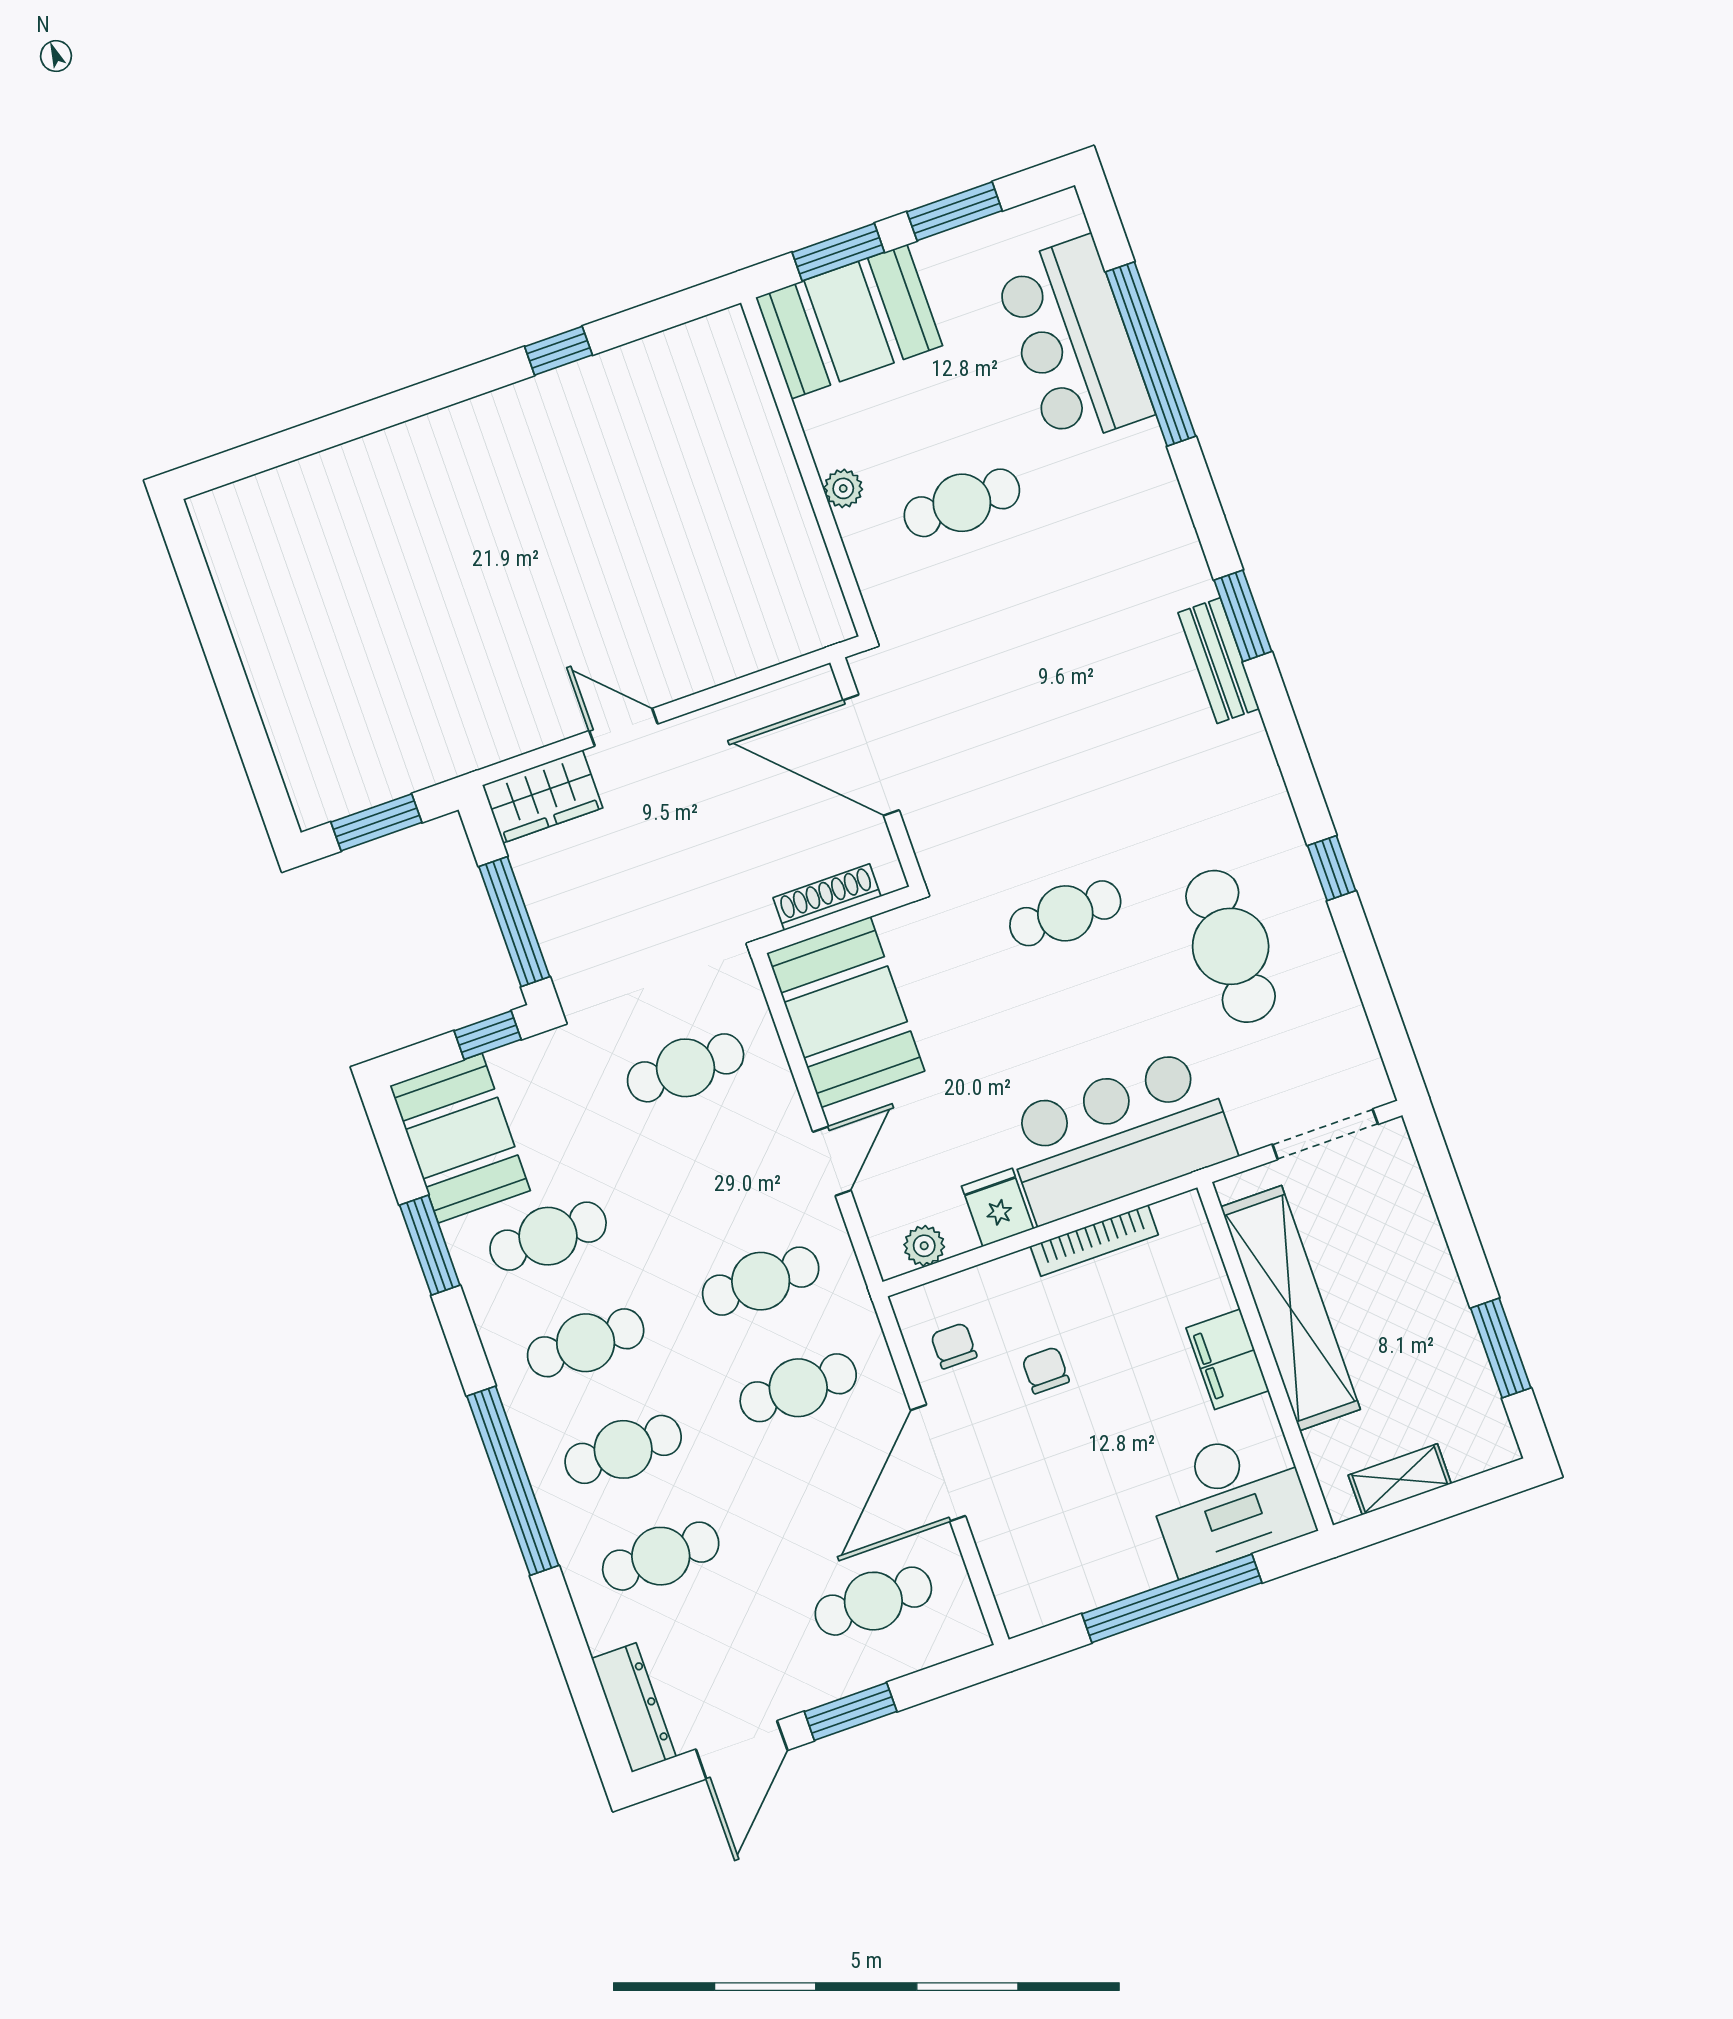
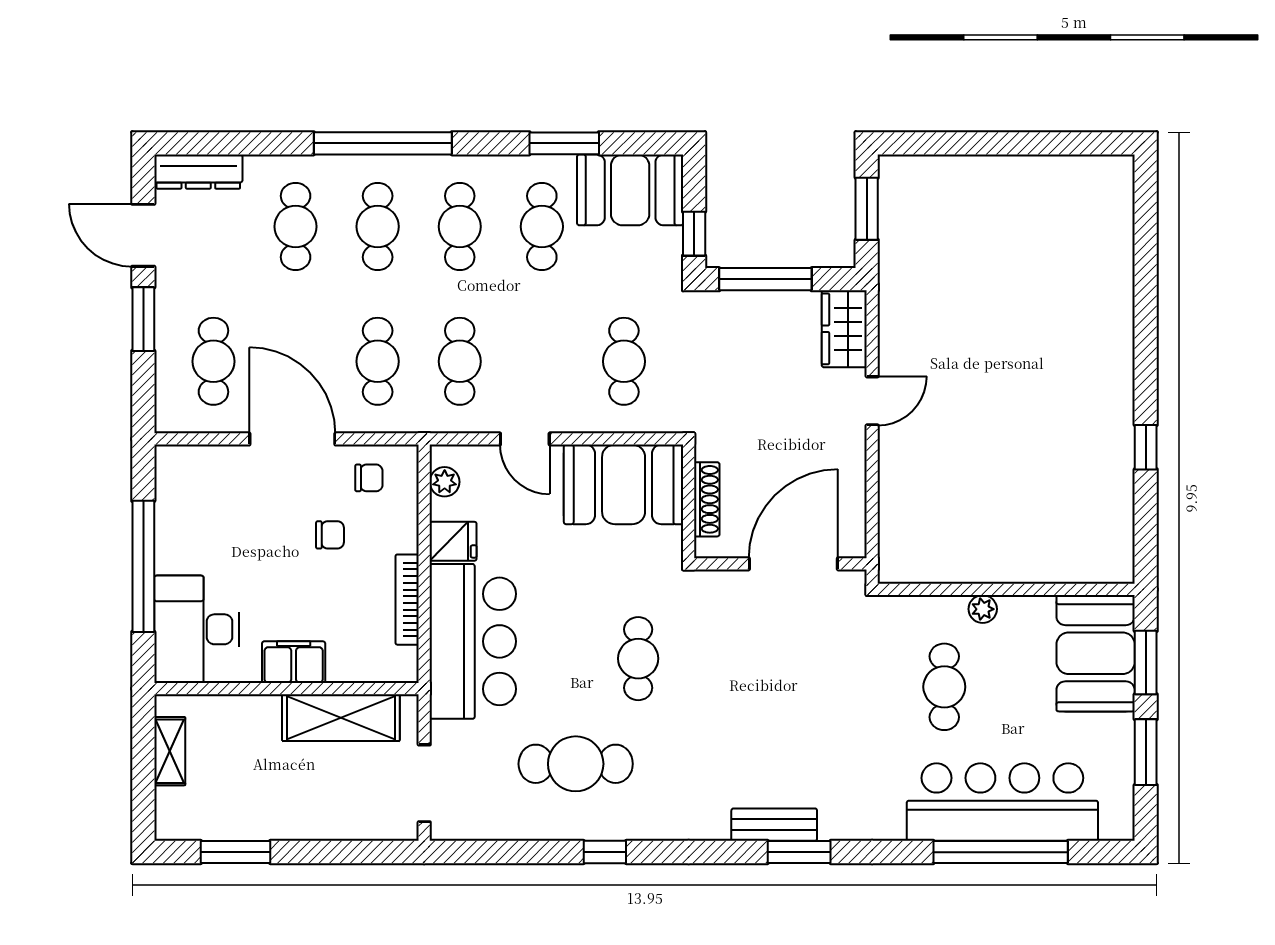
bar counter: (1073, 341) -> (1002, 802), width x1.36
shelving: (1290, 1308) -> (341, 718), width x0.68

